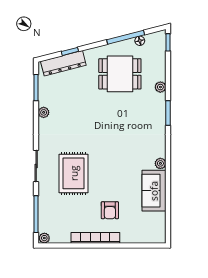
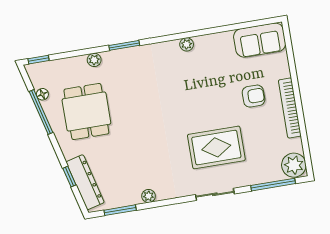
sofa: (154, 191) -> (260, 40), moved
plant: (44, 238) -> (294, 165), width x1.87, depth x1.87

